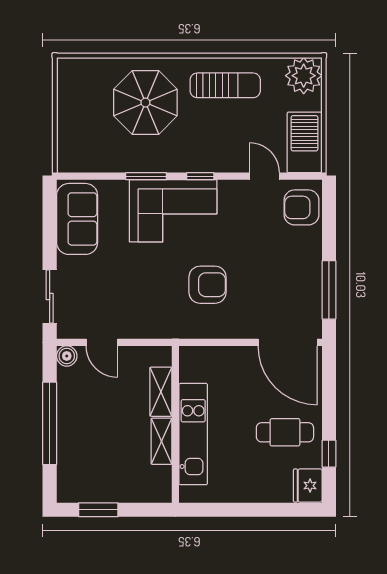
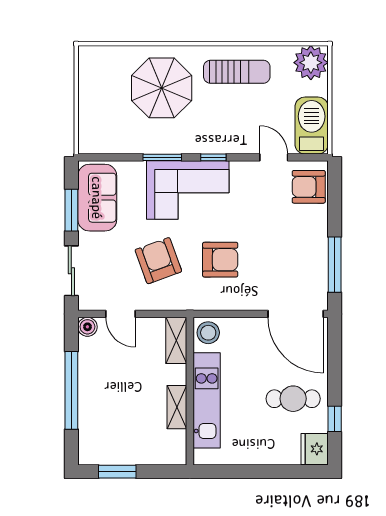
window: (50, 232) -> (71, 210), added
armchair: (142, 286) -> (158, 261), added
stool: (195, 362) -> (208, 333), added
shelving: (161, 392) -> (176, 340), moved

